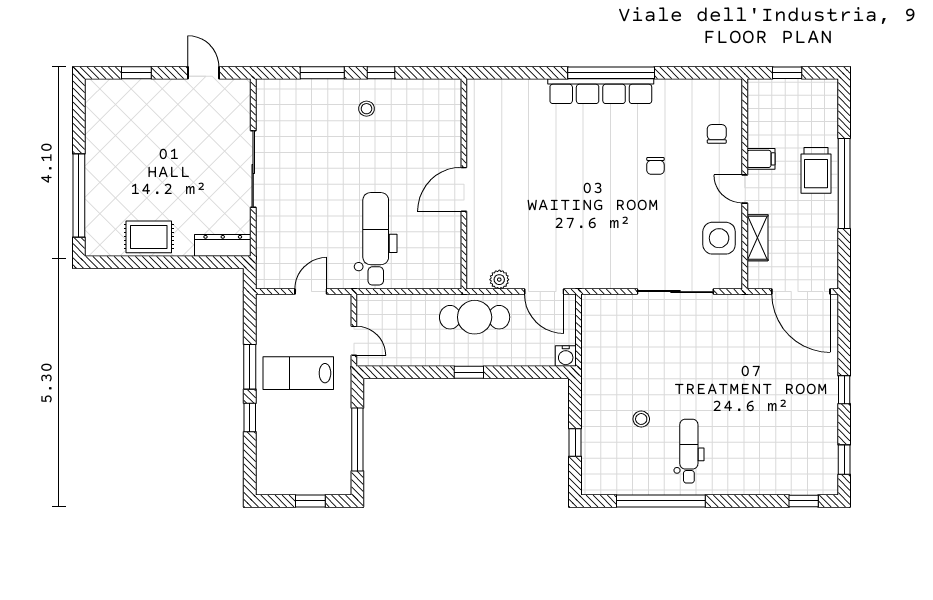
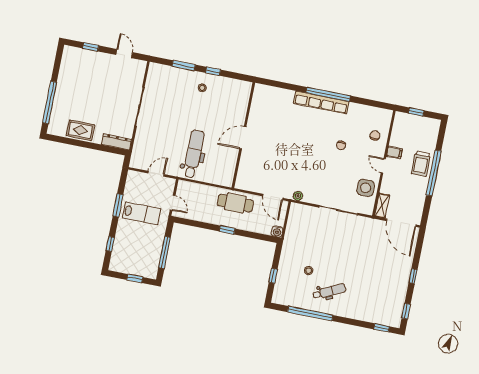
shelving: (757, 238) -> (382, 206), moved
plant: (499, 280) -> (298, 196), moved
lab bench: (298, 373) -> (142, 213), turned 180
window: (250, 418) -> (110, 244), moved
dental chair: (689, 451) -> (329, 291), turned 64

